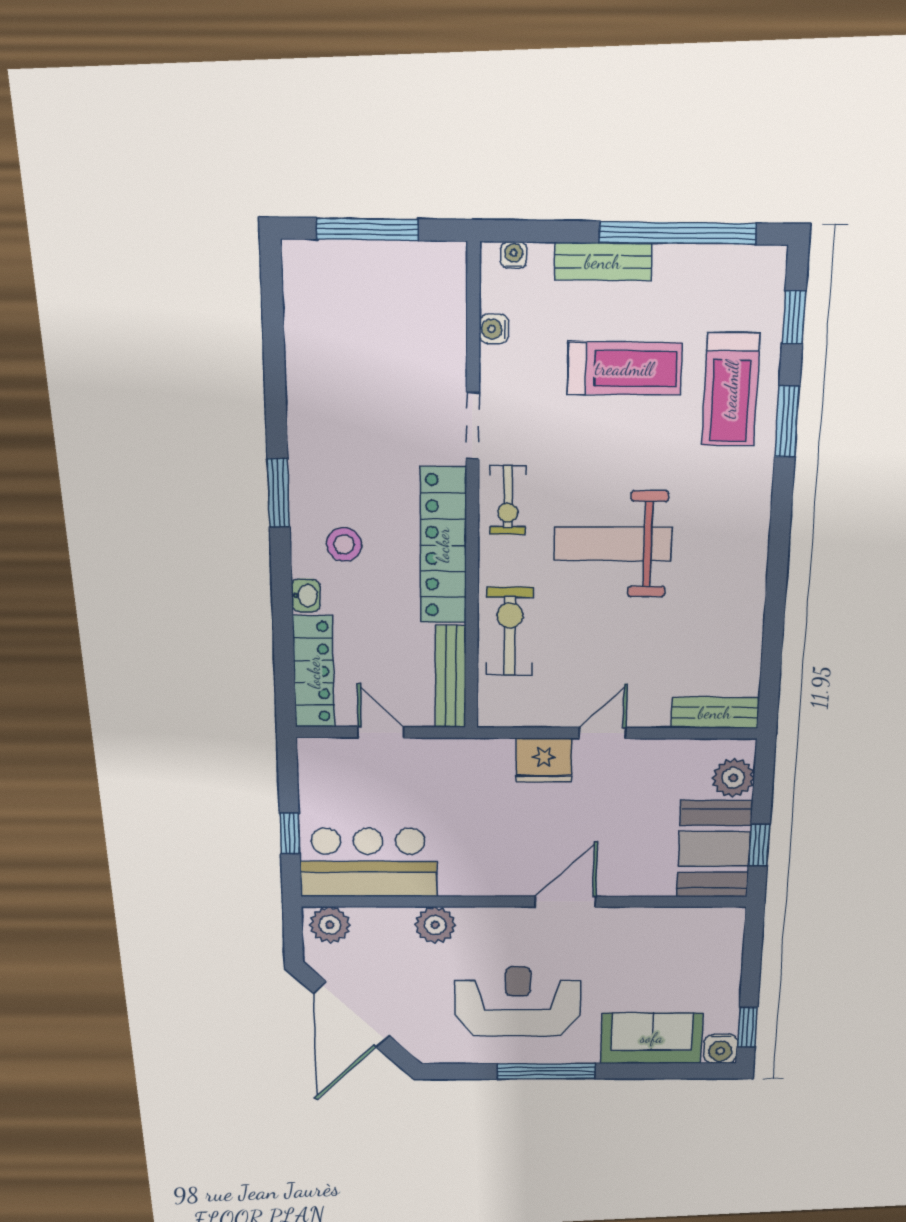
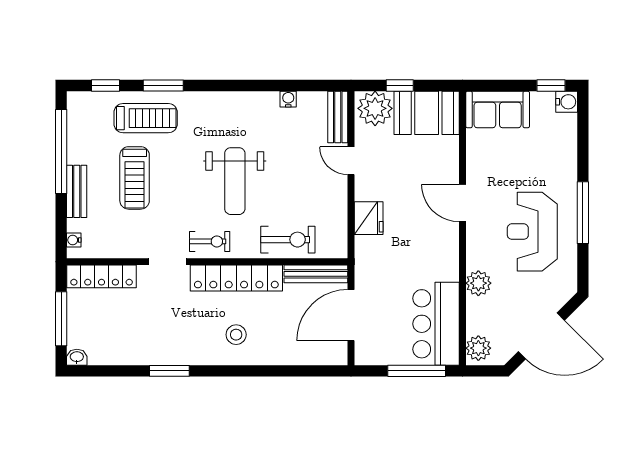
water cooler: (494, 329) -> (288, 99), moved, turned 180
treadmill: (624, 369) -> (135, 178), turned 180
window: (279, 493) -> (169, 371), moved
washbasin: (306, 595) -> (77, 357), moved
exercise bike: (510, 631) -> (288, 240), turned 180
locker: (314, 672) -> (102, 276), moved, turned 180
door: (381, 732) -> (351, 315), width x1.87
door: (603, 733) -> (351, 161), moved
plant: (733, 778) -> (375, 108), width x1.36, depth x1.36
window: (290, 833) -> (417, 371), width x2.17
window: (759, 845) -> (400, 86), moved
sofa: (652, 1038) -> (498, 109), moved, turned -90

